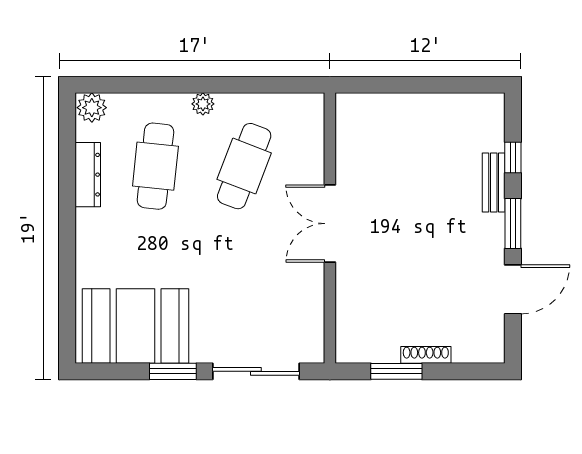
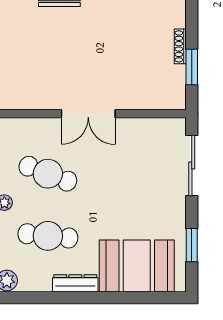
dresser: (88, 175) -> (75, 283), moved
booth: (135, 326) -> (137, 266), moved, turned 90
window: (173, 371) -> (192, 245), moved

